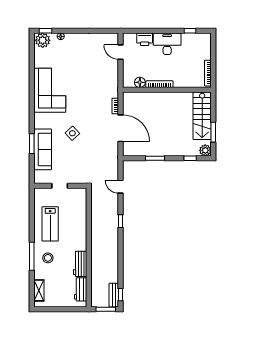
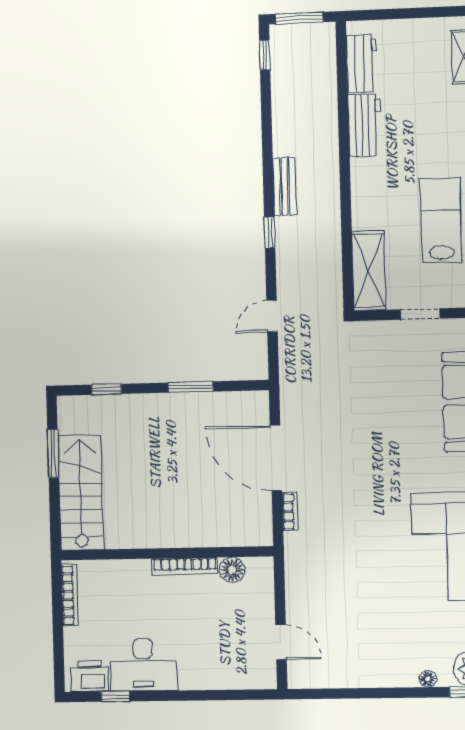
printer: (145, 39) -> (90, 676), moved
desk: (167, 44) -> (143, 665), moved
side table: (72, 133) -> (393, 443), removed
plant: (205, 150) -> (71, 409), removed
door: (120, 187) -> (272, 316), swing flipped
shelving: (80, 204) -> (369, 271), added
stool: (48, 258) -> (444, 137), removed
bench: (114, 295) -> (285, 186), moved

